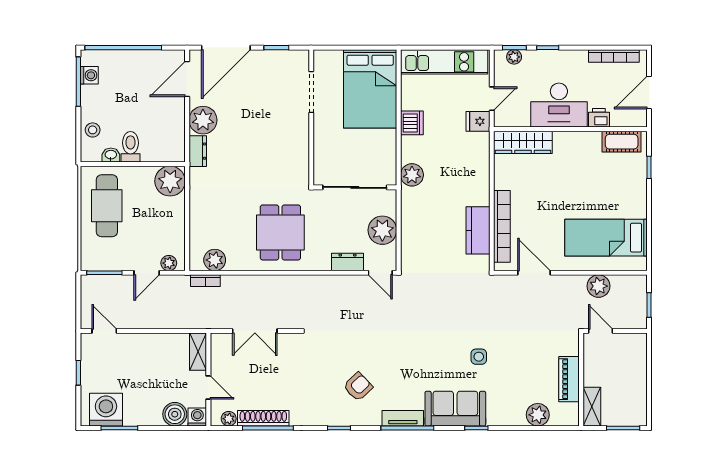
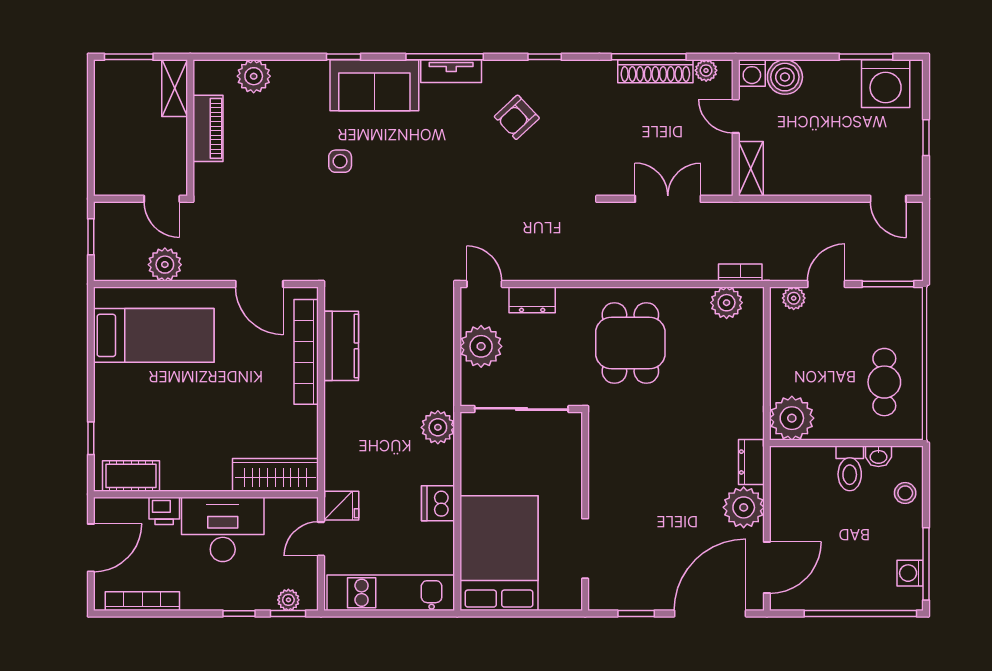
cafe table: (107, 206) -> (884, 382), width x0.73, depth x0.74

